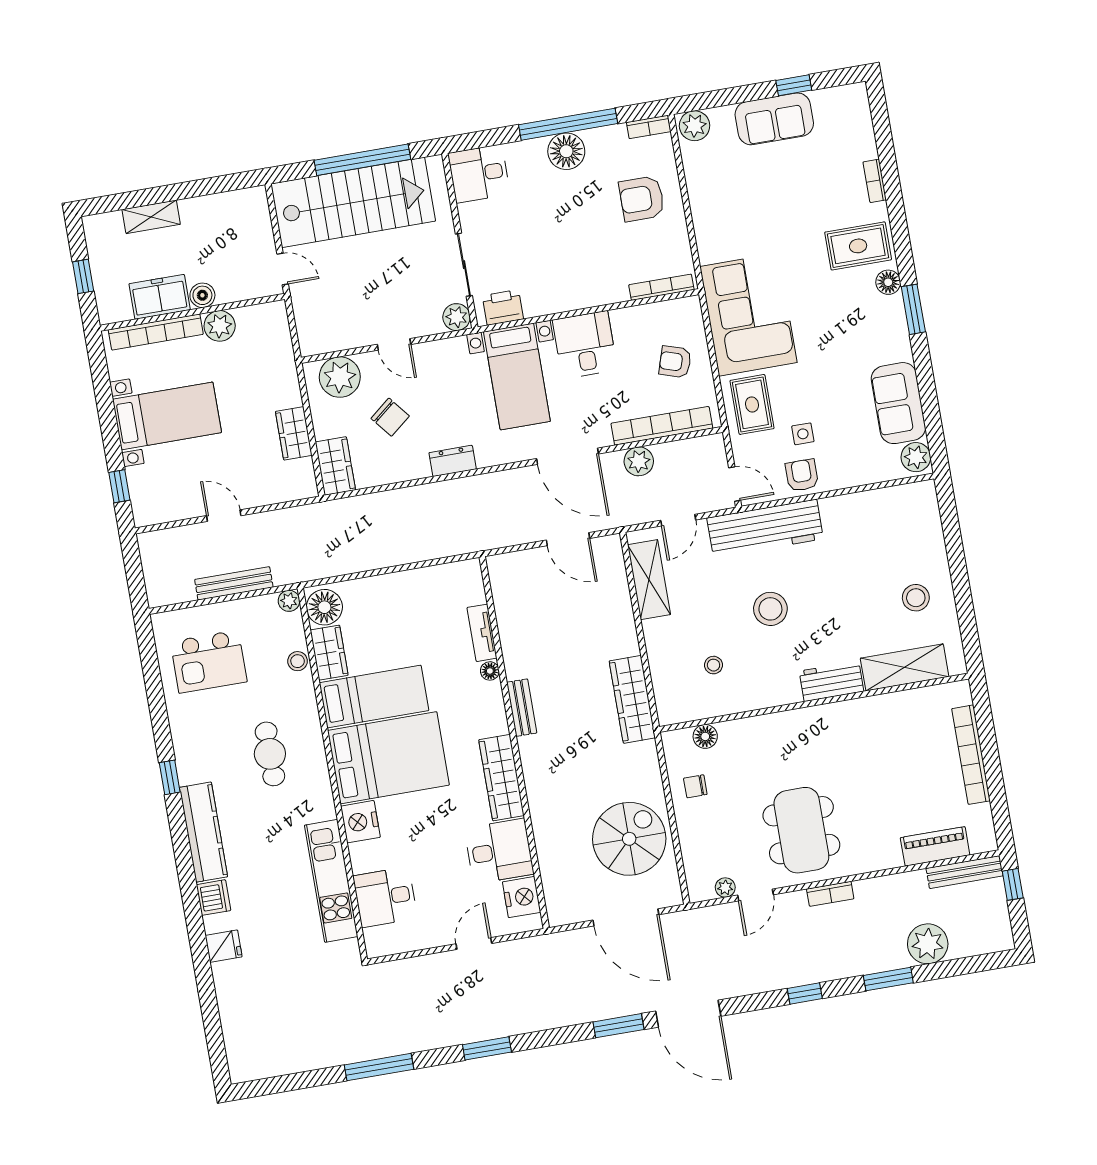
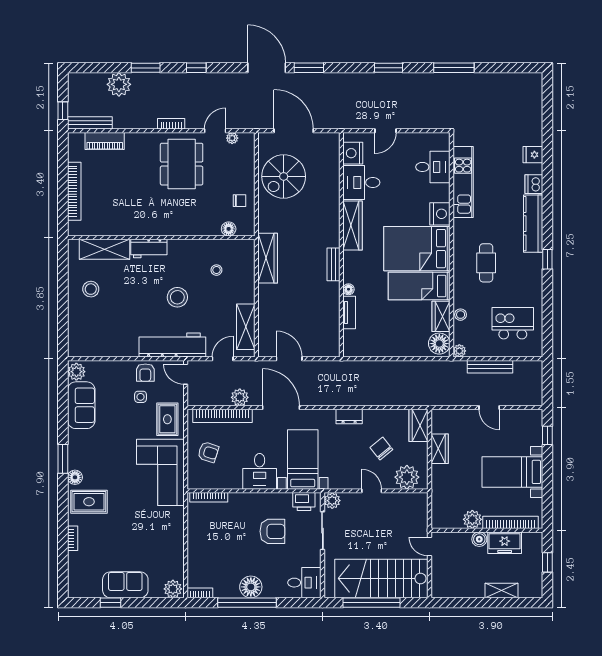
armchair: (642, 199) -> (272, 531), moved

